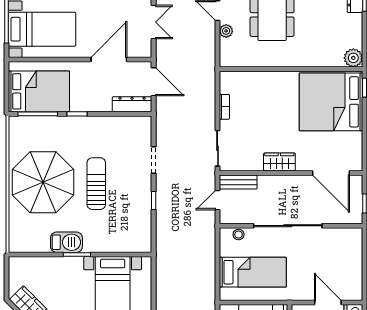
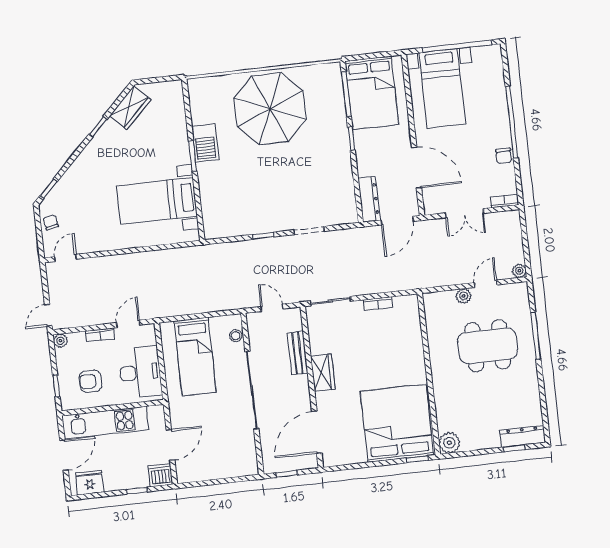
bench: (238, 182) -> (298, 353), moved
sun lounger: (96, 184) -> (275, 169), removed

